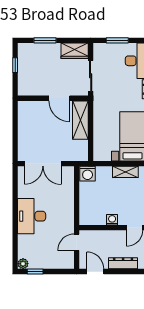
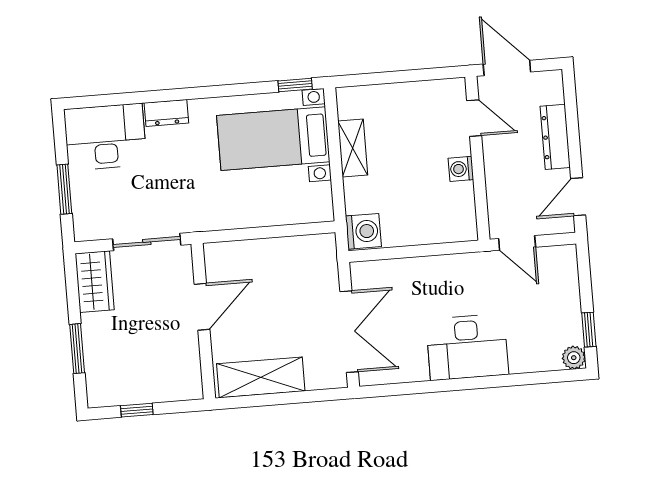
shelving: (80, 120) -> (261, 377), moved

